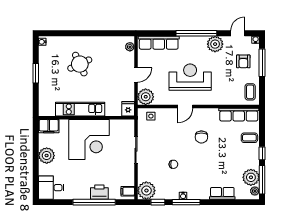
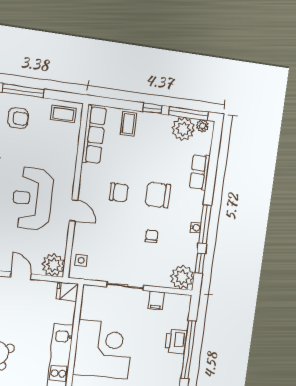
chair: (203, 165) -> (158, 195), added
filing cabinet: (128, 191) -> (156, 301), moved

